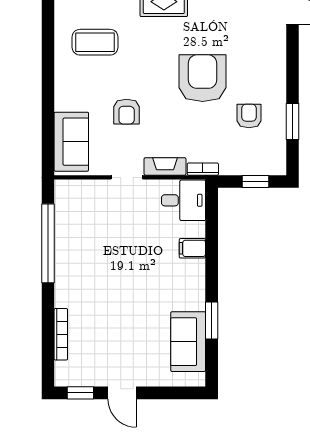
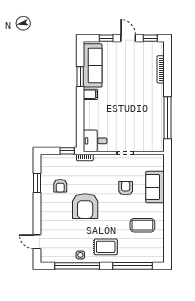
sofa: (71, 142) -> (155, 187), moved
fireplace: (165, 166) -> (105, 159), removed
window: (256, 182) -> (67, 151), moved
filing cabinet: (192, 248) -> (90, 94), moved
sofa: (188, 342) -> (93, 65), width x1.36
window: (163, 393) -> (106, 38), added

